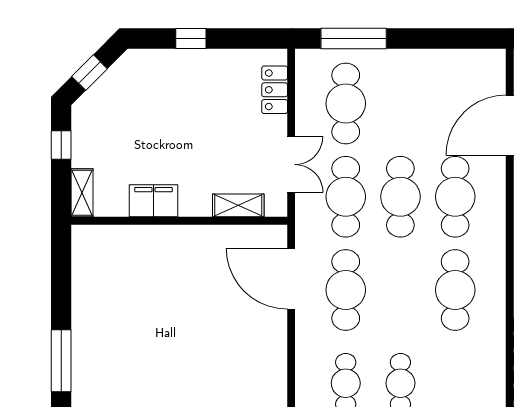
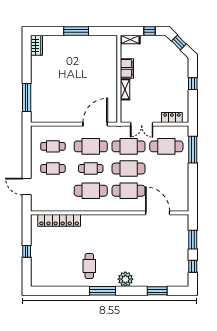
shelving: (238, 205) -> (125, 89), moved
cafe table: (400, 290) -> (91, 169), added
window: (61, 361) -> (76, 31), moved

